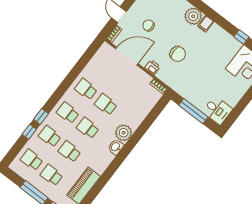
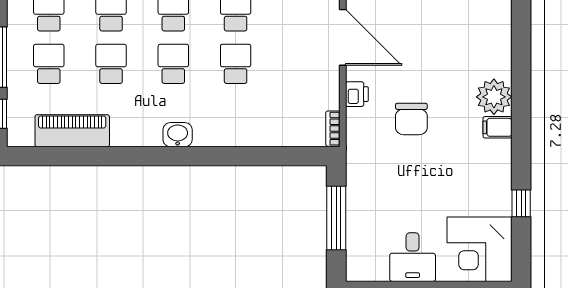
chair: (149, 25) -> (422, 34), removed
desk: (217, 110) -> (413, 257), moved
plant: (124, 133) -> (211, 130), removed

